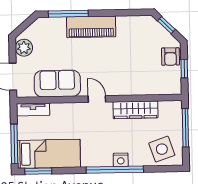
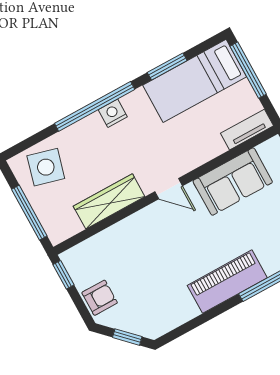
armchair: (170, 57) -> (100, 298), turned 90
window: (184, 69) -> (63, 275), moved
side table: (162, 149) -> (46, 167), turned 34
nightstand: (121, 160) -> (113, 113), moved
window: (38, 171) -> (167, 66), moved

